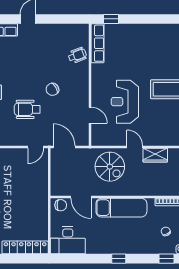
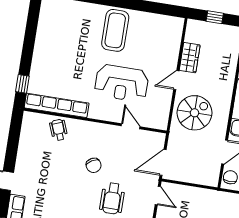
row of seats: (97, 43) -> (57, 105), width x1.36
door: (90, 115) -> (131, 126), hinge flipped

